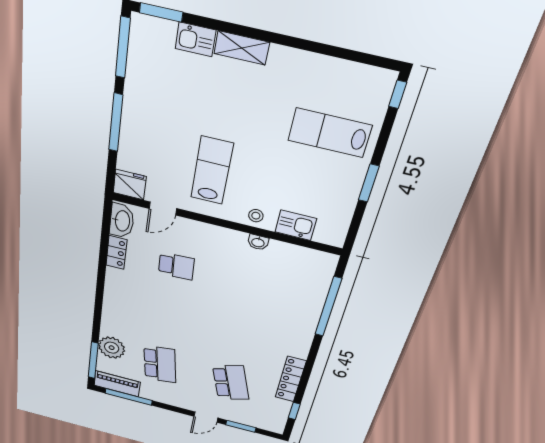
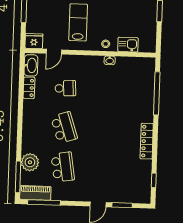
locker: (291, 379) -> (147, 141), moved
school desk: (231, 383) -> (64, 128), moved

